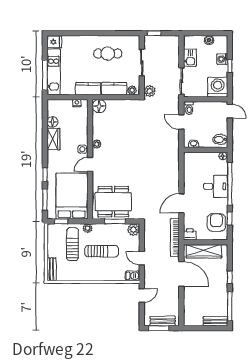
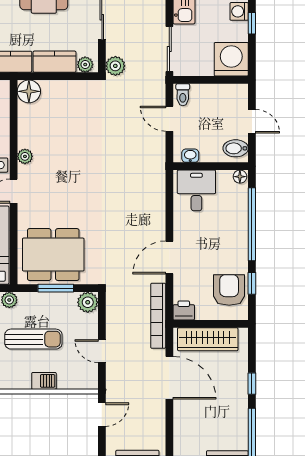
door: (230, 111) -> (252, 121), moved
desk: (216, 186) -> (196, 190), moved, turned -90
barbecue: (132, 276) -> (44, 381), moved

